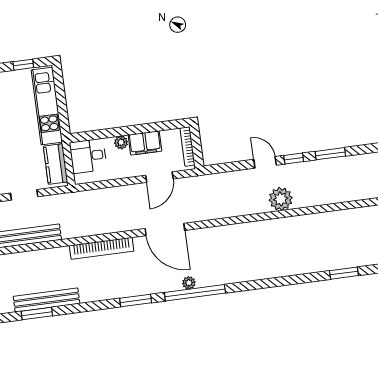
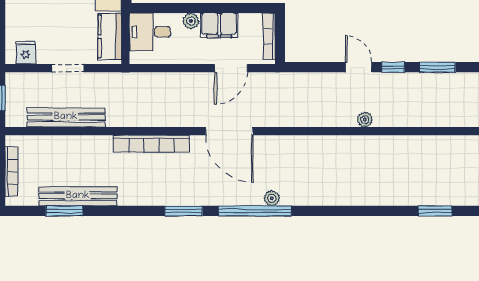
plant: (281, 199) -> (365, 120), width x0.53, depth x0.53
plant: (189, 283) -> (272, 198), moved

